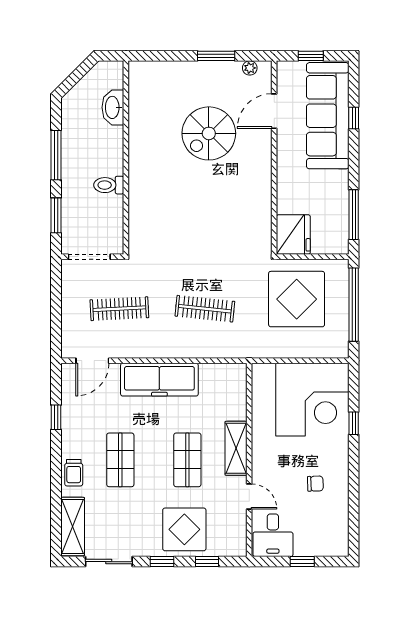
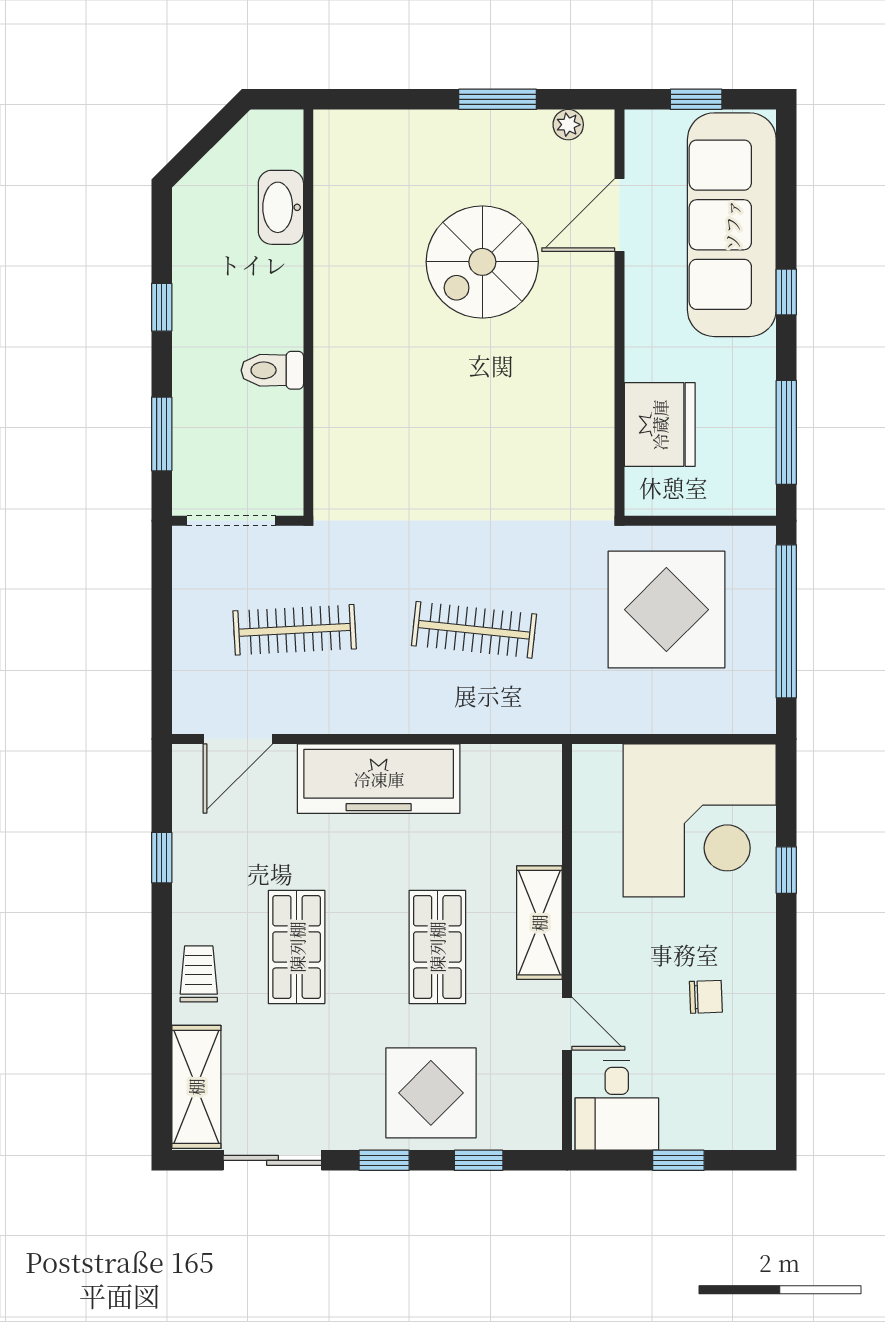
window: (354, 118) -> (786, 292), moved
window: (56, 155) -> (162, 307), width x0.46
fridge: (293, 235) -> (660, 425), moved
trolley: (74, 473) -> (199, 974), turned 180

